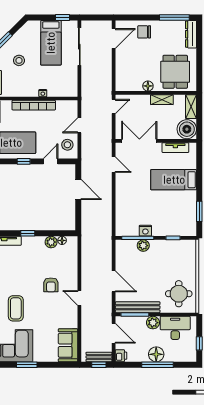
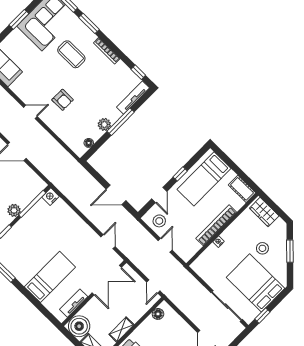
bed: (51, 43) -> (255, 283), width x1.50
floor lamp: (148, 86) -> (158, 314), moved
door: (114, 165) -> (108, 242), swing flipped
nightstand: (145, 231) -> (50, 197), moved
window: (28, 233) -> (121, 122), width x2.17
plant: (51, 242) -> (104, 124), moved
plant: (143, 246) -> (14, 210), moved
armchair: (51, 285) -> (63, 100), turned 180

